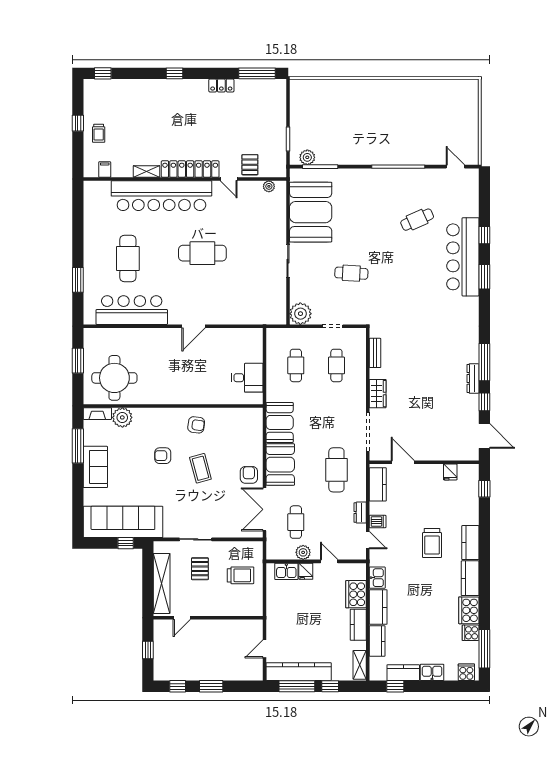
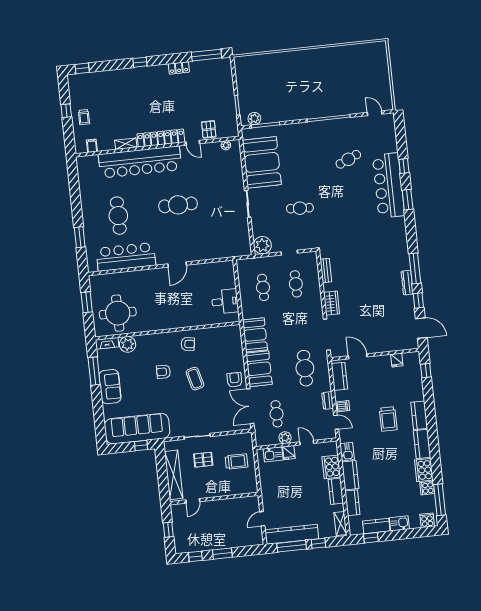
pallet: (200, 569) -> (203, 460), turned 90

